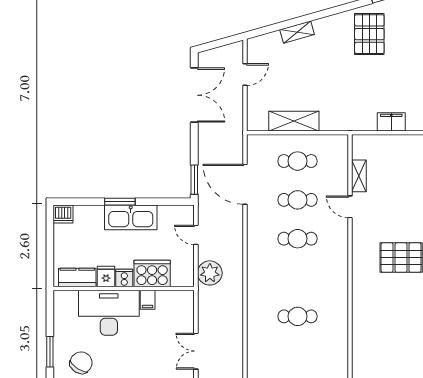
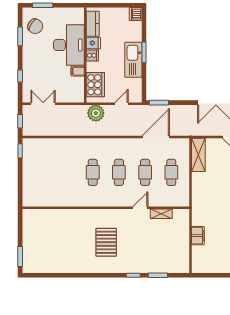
shelving: (294, 121) -> (198, 155), moved
cooker: (152, 274) -> (95, 85), moved
cafe table: (298, 316) -> (93, 172), moved

